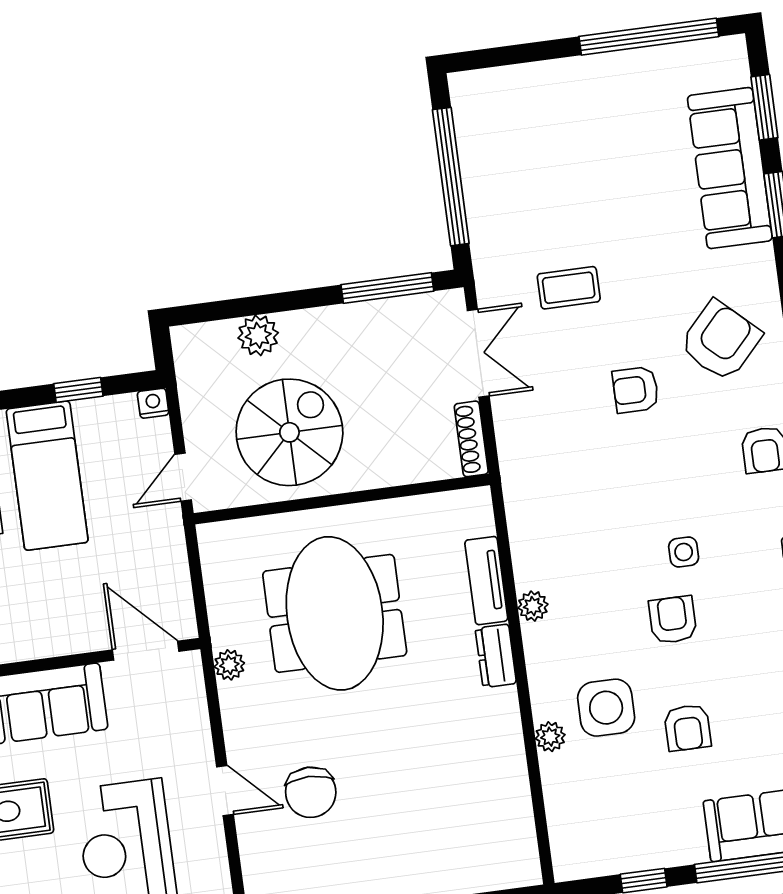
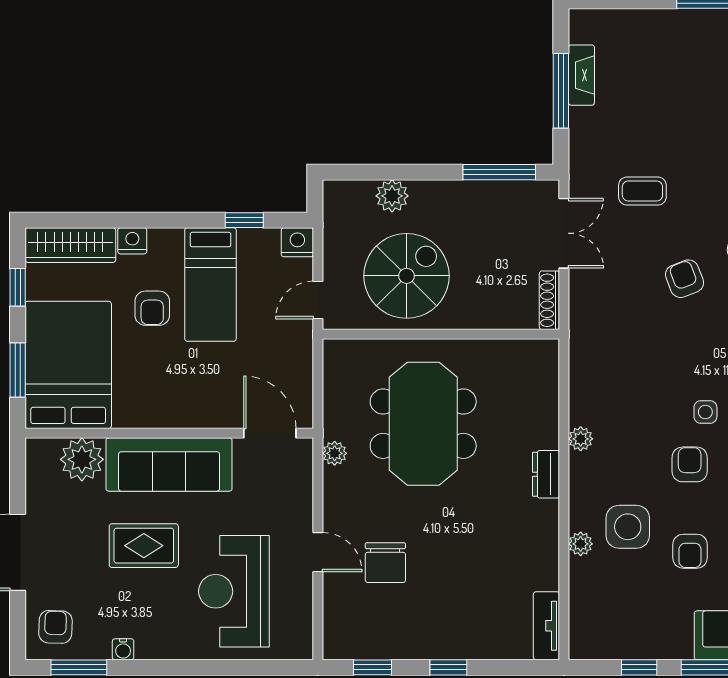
fireplace: (474, 154) -> (581, 75), added
window: (451, 177) -> (561, 91), width x0.68
armchair: (636, 390) -> (685, 279), turned 69
nightstand: (153, 403) -> (297, 242), width x1.39, depth x1.35
tv unit: (486, 581) -> (546, 626), moved

